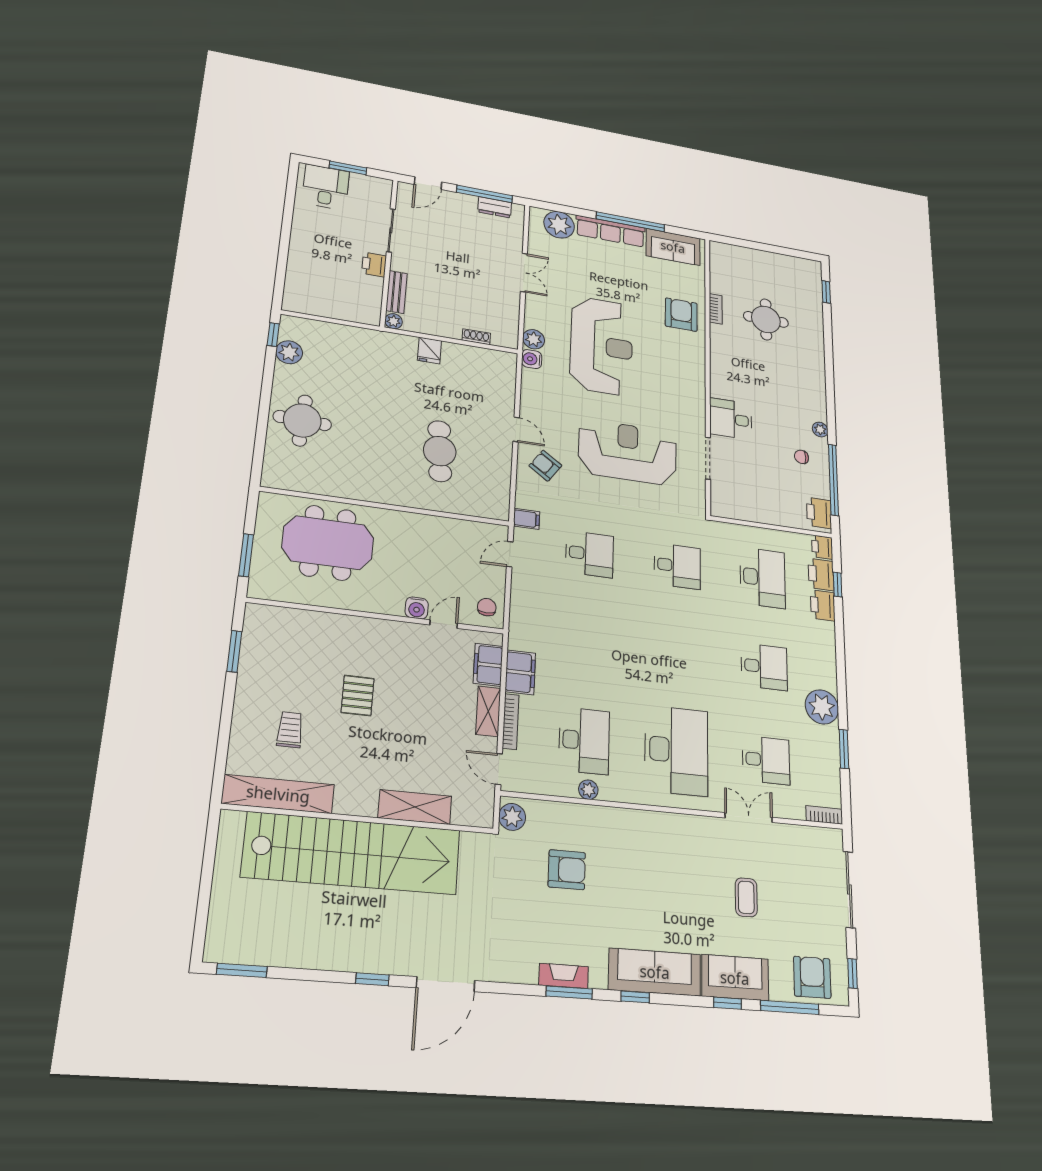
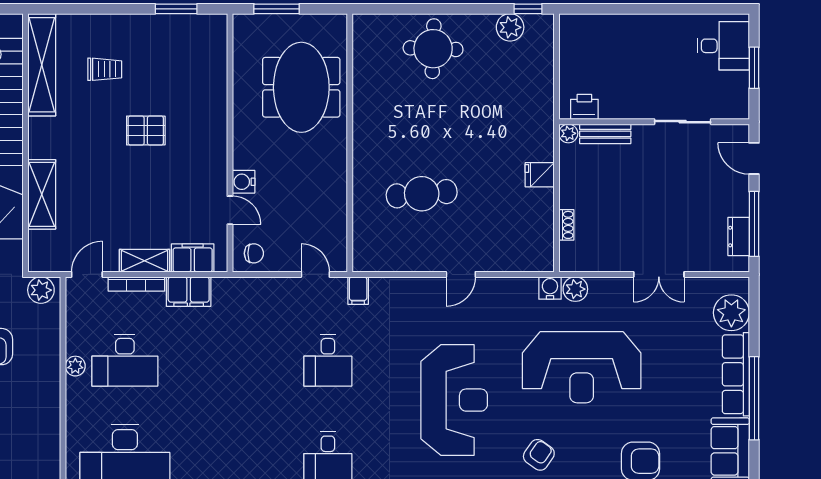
printer: (374, 265) -> (584, 107), moved
armchair: (545, 466) -> (539, 455), moved

